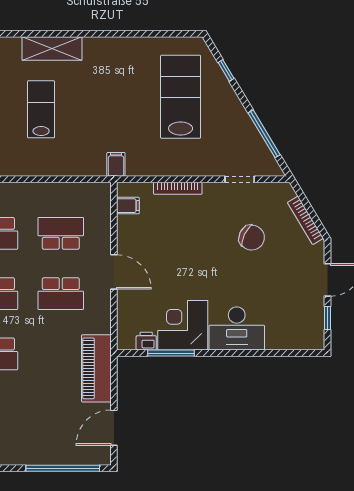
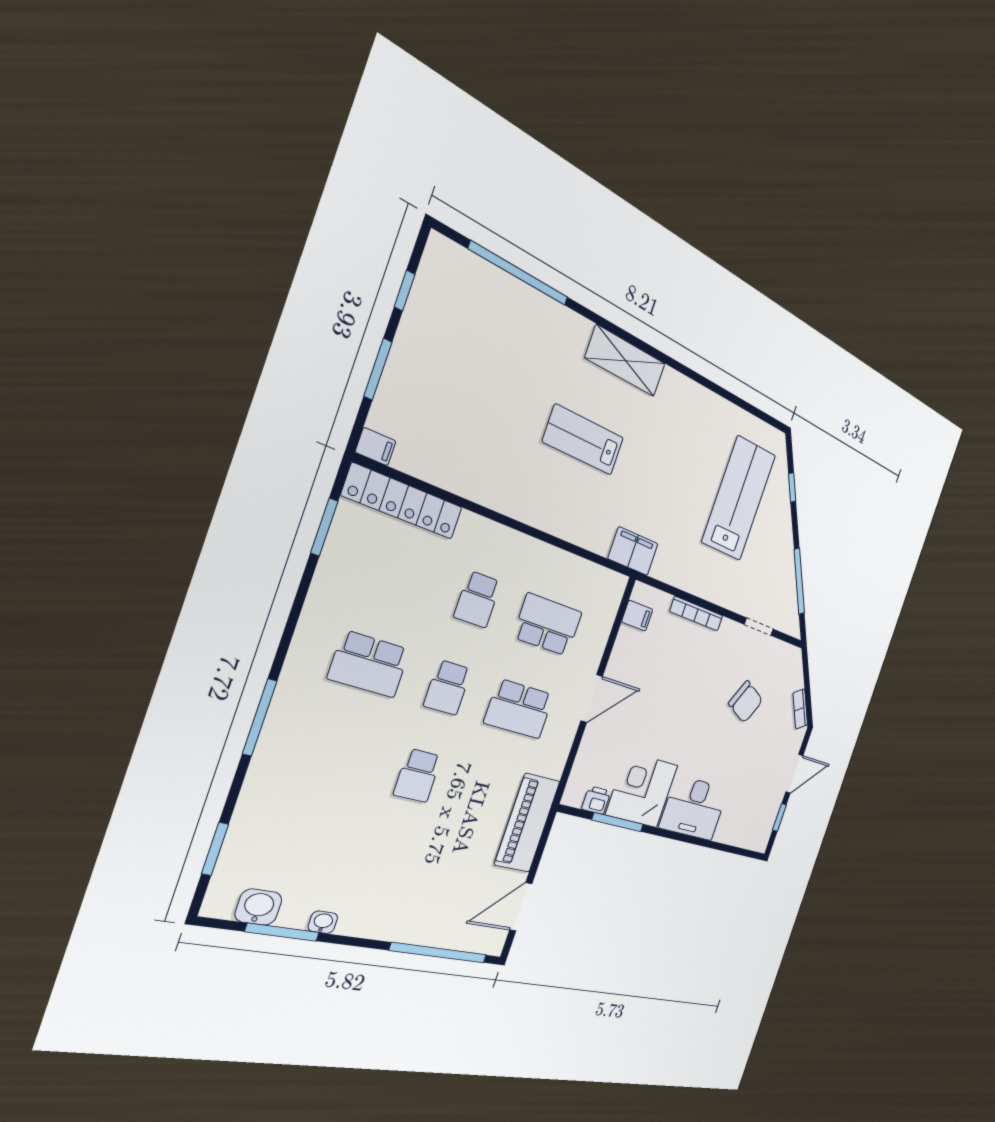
lab bench: (41, 109) -> (583, 440), turned -90
filing cabinet: (116, 164) -> (633, 551), width x2.00
bookcase: (305, 220) -> (800, 709), width x0.64
door: (114, 272) -> (592, 698), hinge flipped

